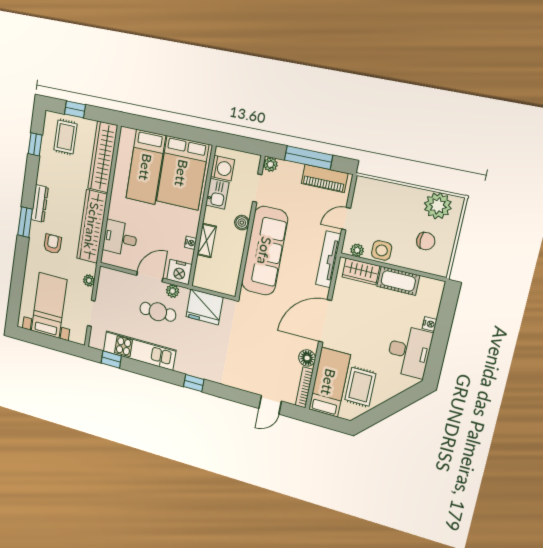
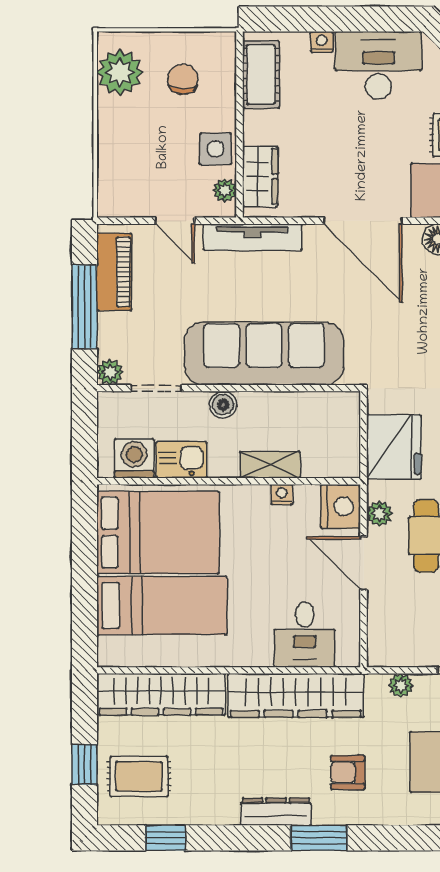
cot: (398, 281) -> (261, 74), moved

